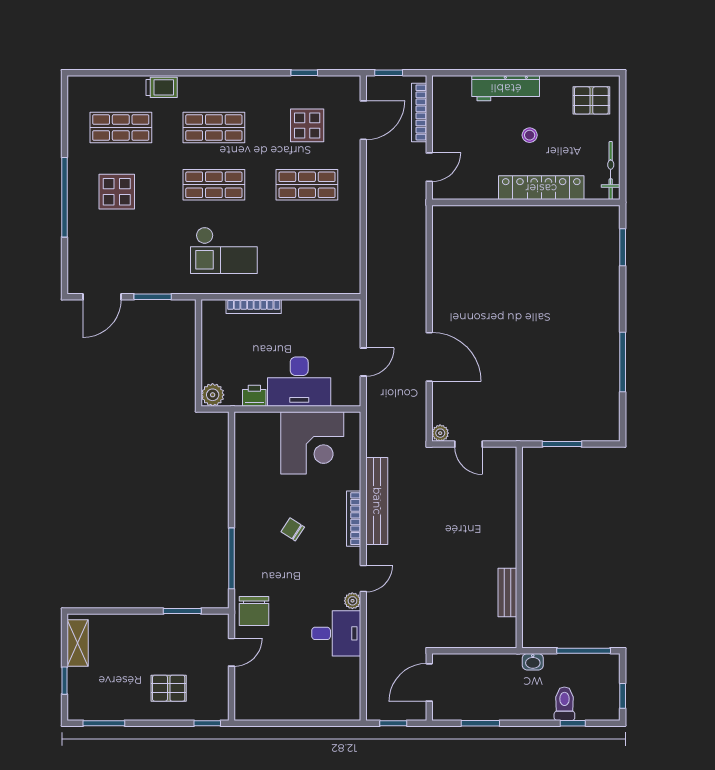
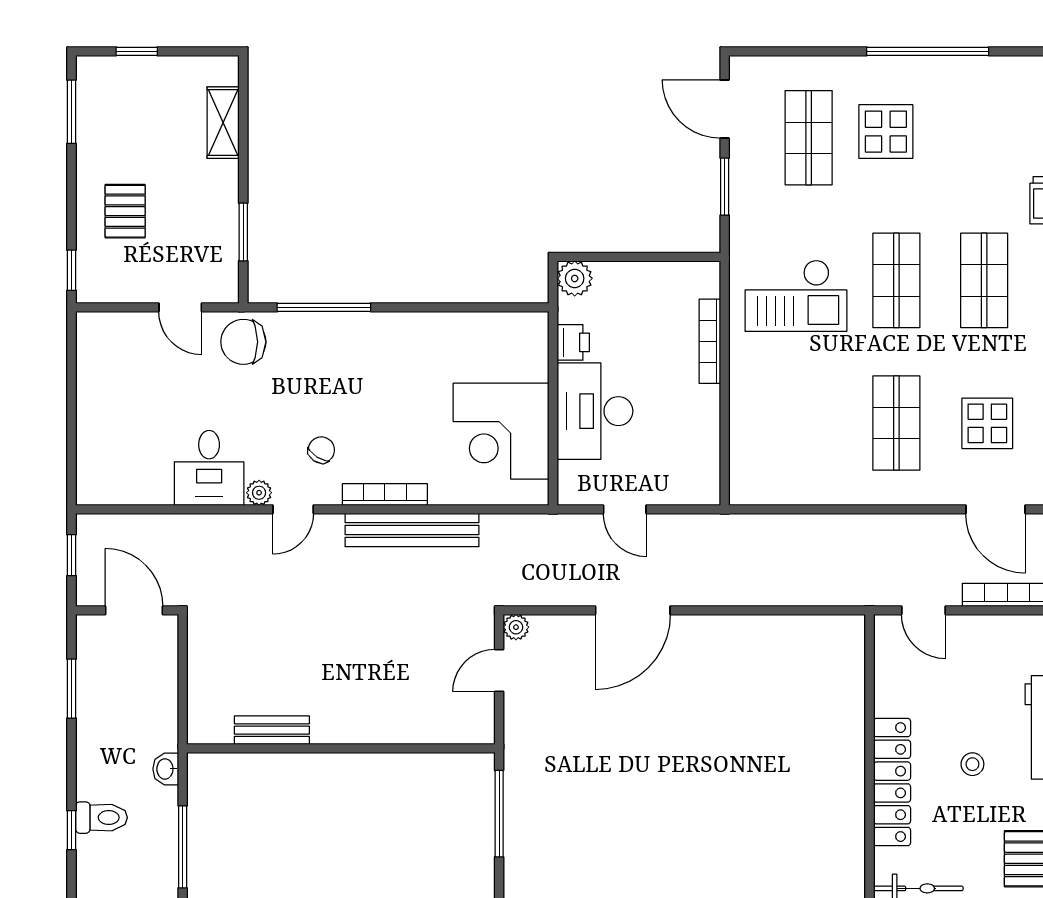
shop shelf: (121, 128) -> (809, 138), moved
window: (64, 197) -> (928, 51), moved
checkout: (224, 250) -> (796, 296), turned -90
window: (562, 444) -> (499, 814), width x1.44
chair: (293, 529) -> (321, 450), moved
door: (363, 579) -> (293, 509), hinge flipped
shelving: (78, 643) -> (223, 123), moved, turned 90

